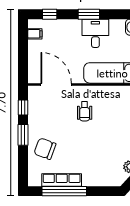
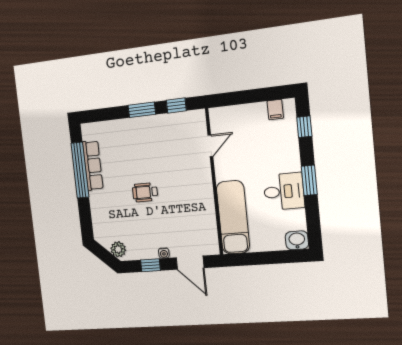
door: (56, 84) -> (210, 146), width x0.53
wheelchair: (85, 111) -> (145, 192), moved
chair: (45, 149) -> (128, 140), removed

